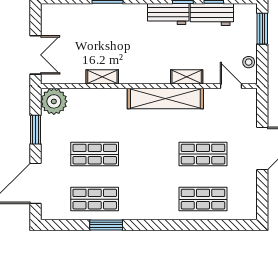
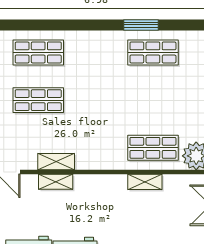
shelving: (165, 99) -> (56, 162), width x0.45, depth x0.75
shop shelf: (95, 154) -> (153, 148), moved

